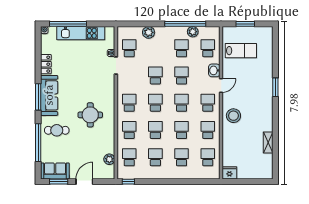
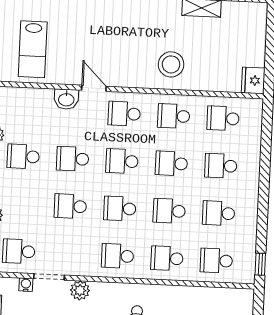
school desk: (208, 48) -> (25, 109), removed
lab bench: (241, 51) -> (33, 49), turned 180
stool: (233, 116) -> (171, 64), moved
plant: (109, 159) -> (80, 290), moved

